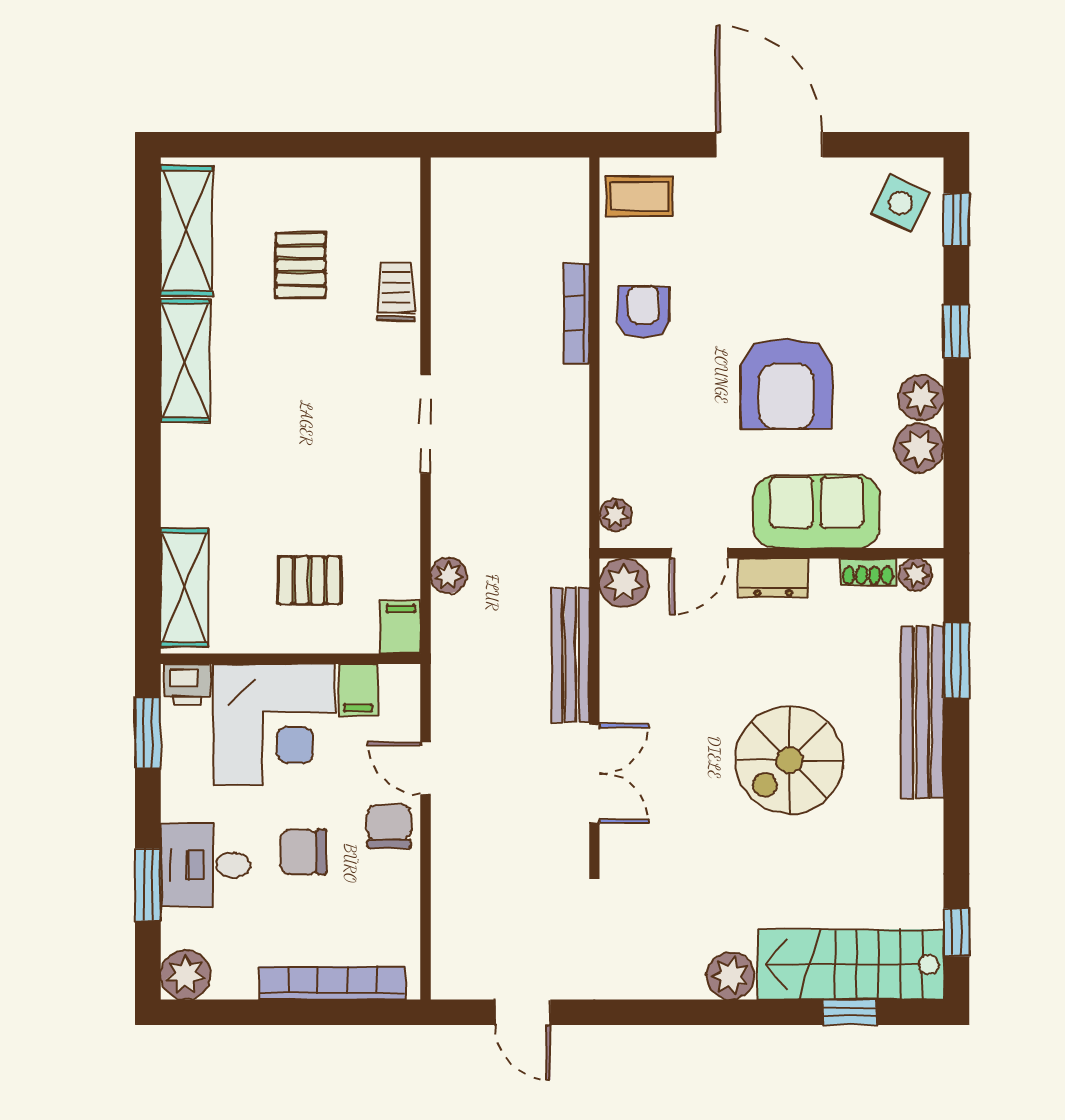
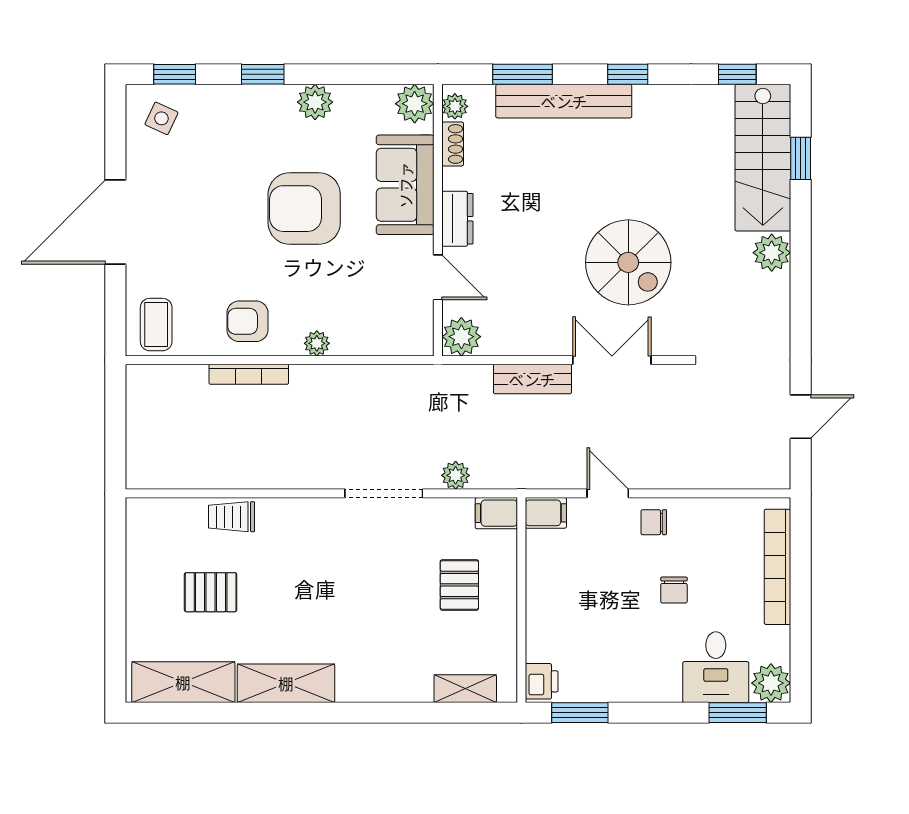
side table: (900, 203) -> (161, 118), width x0.73, depth x0.73
armchair: (786, 384) -> (304, 209), turned 180
doorway: (426, 424) -> (384, 493), moved
plant: (919, 448) -> (415, 104), moved
plant: (616, 515) -> (317, 343), moved
shelving: (184, 588) -> (465, 689), width x0.67, depth x0.75
bench: (570, 655) -> (532, 379), width x0.73
filing cabinet: (358, 690) -> (546, 513), moved
corner desk: (274, 725) -> (573, 613), removed
spiral stairs: (789, 760) -> (628, 262), moved
door: (426, 768) -> (608, 493), swing flipped
window: (956, 793) -> (628, 74), added
chair: (389, 827) -> (654, 522), width x0.73, depth x0.73
chair: (303, 852) -> (674, 590), width x0.73, depth x0.73
desk: (205, 865) -> (716, 667), moved
window: (148, 885) -> (738, 713), moved

